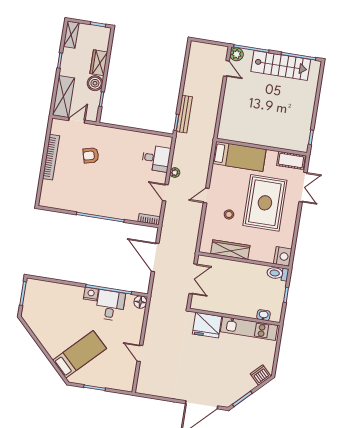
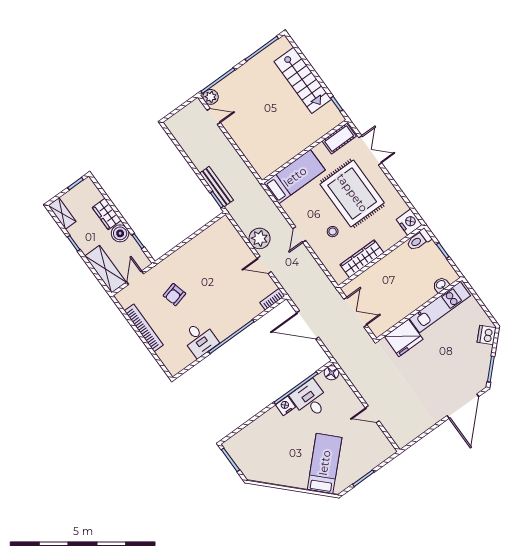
stairs: (281, 65) -> (303, 80), moved, turned 90
desk: (156, 158) -> (200, 339), moved, turned 90
plant: (175, 173) -> (260, 238), width x1.88, depth x1.88

